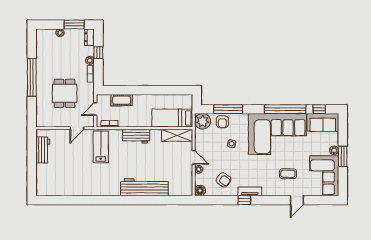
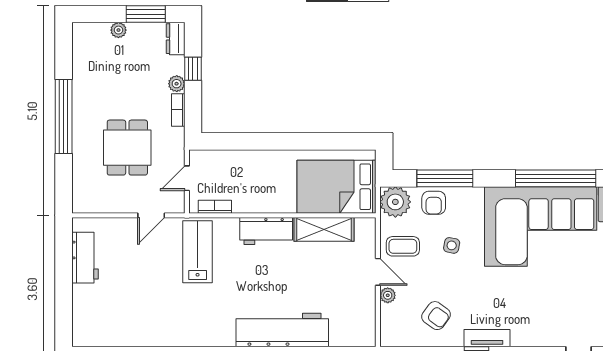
cot: (122, 100) -> (238, 161), removed
bed: (172, 118) -> (337, 187), width x1.50
shelving: (177, 135) -> (324, 229), moved
coffee table: (288, 174) -> (403, 246), moved
floor lamp: (200, 191) -> (390, 336), removed

